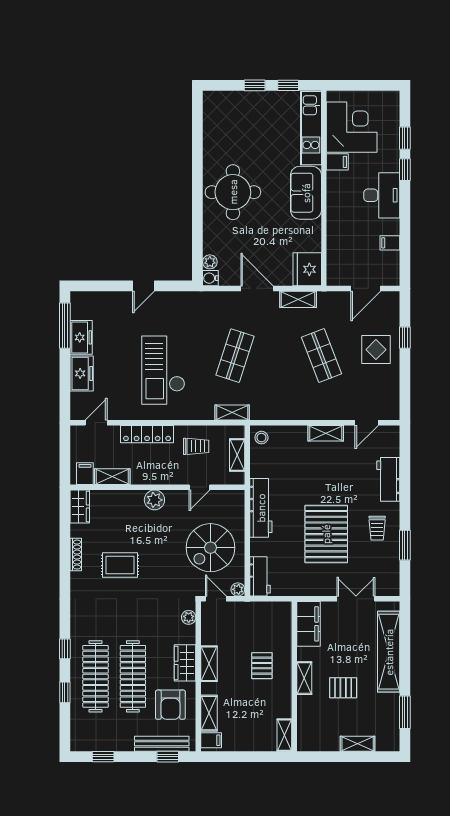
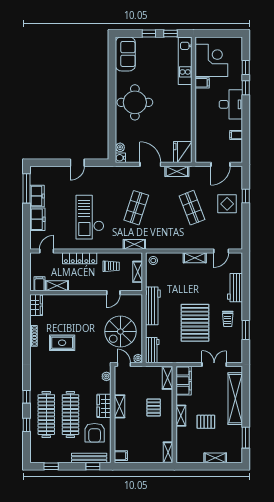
sofa: (306, 193) -> (125, 54), moved, turned 180
plant: (154, 500) -> (84, 301), removed
shelving: (209, 713) -> (167, 378), moved

